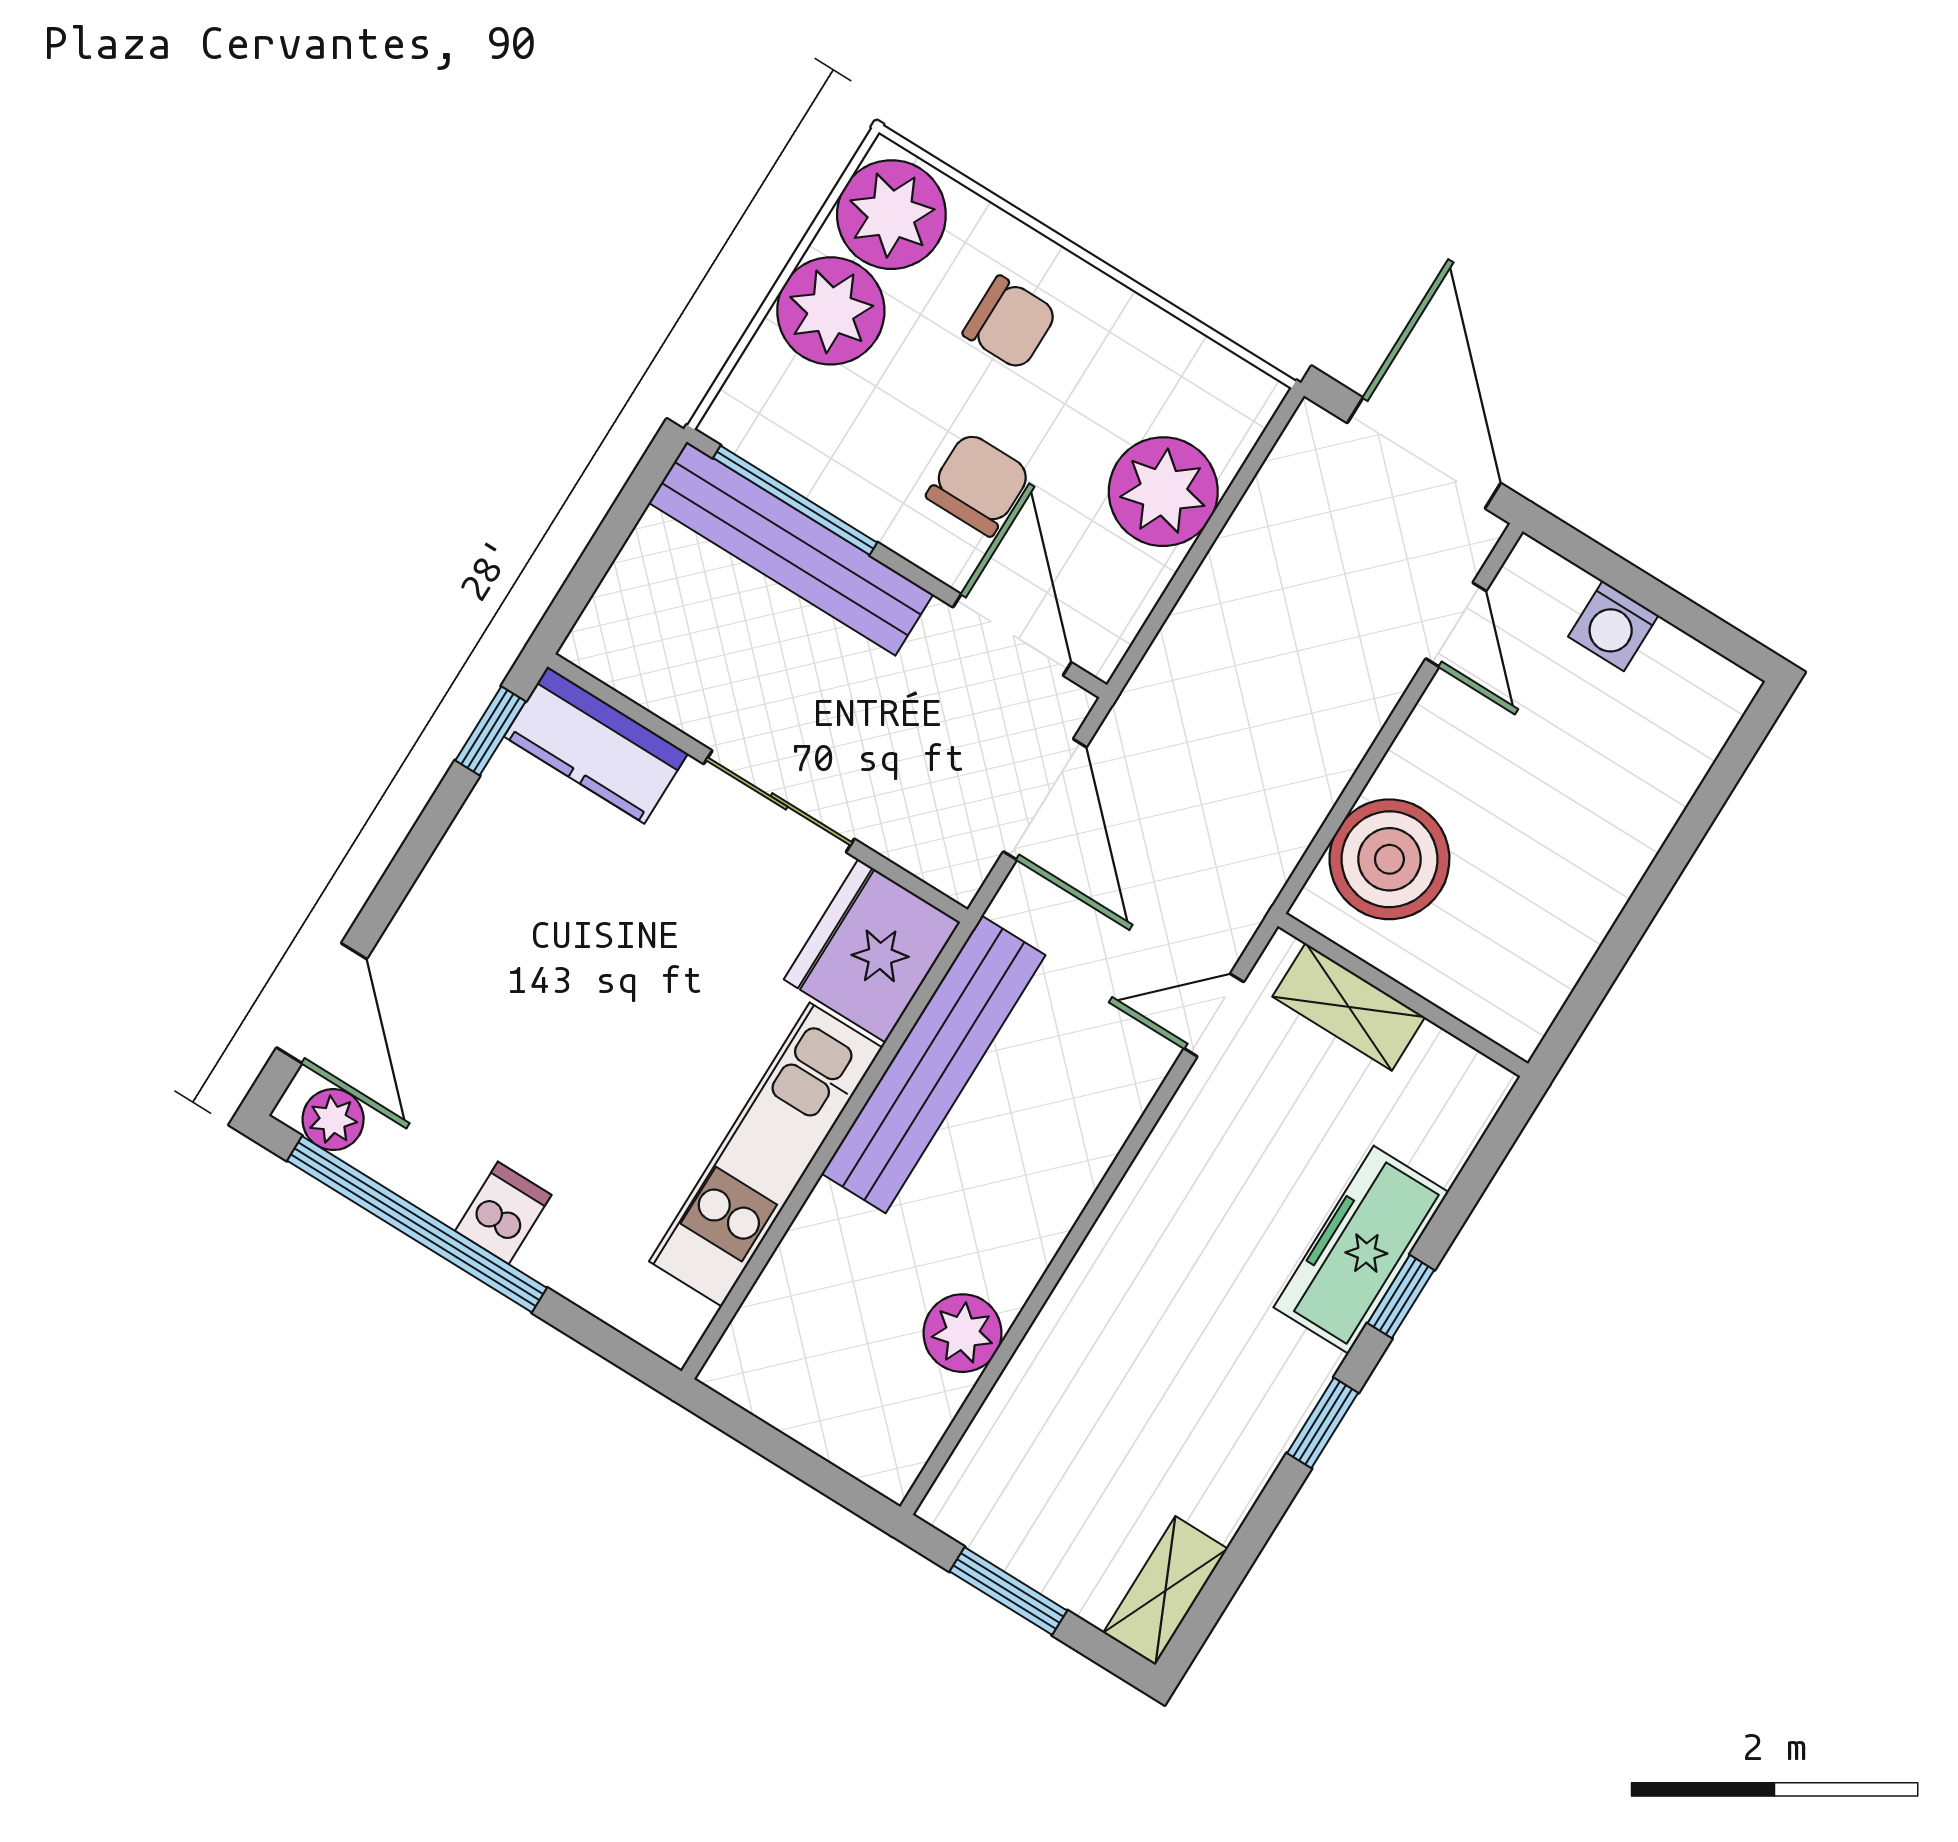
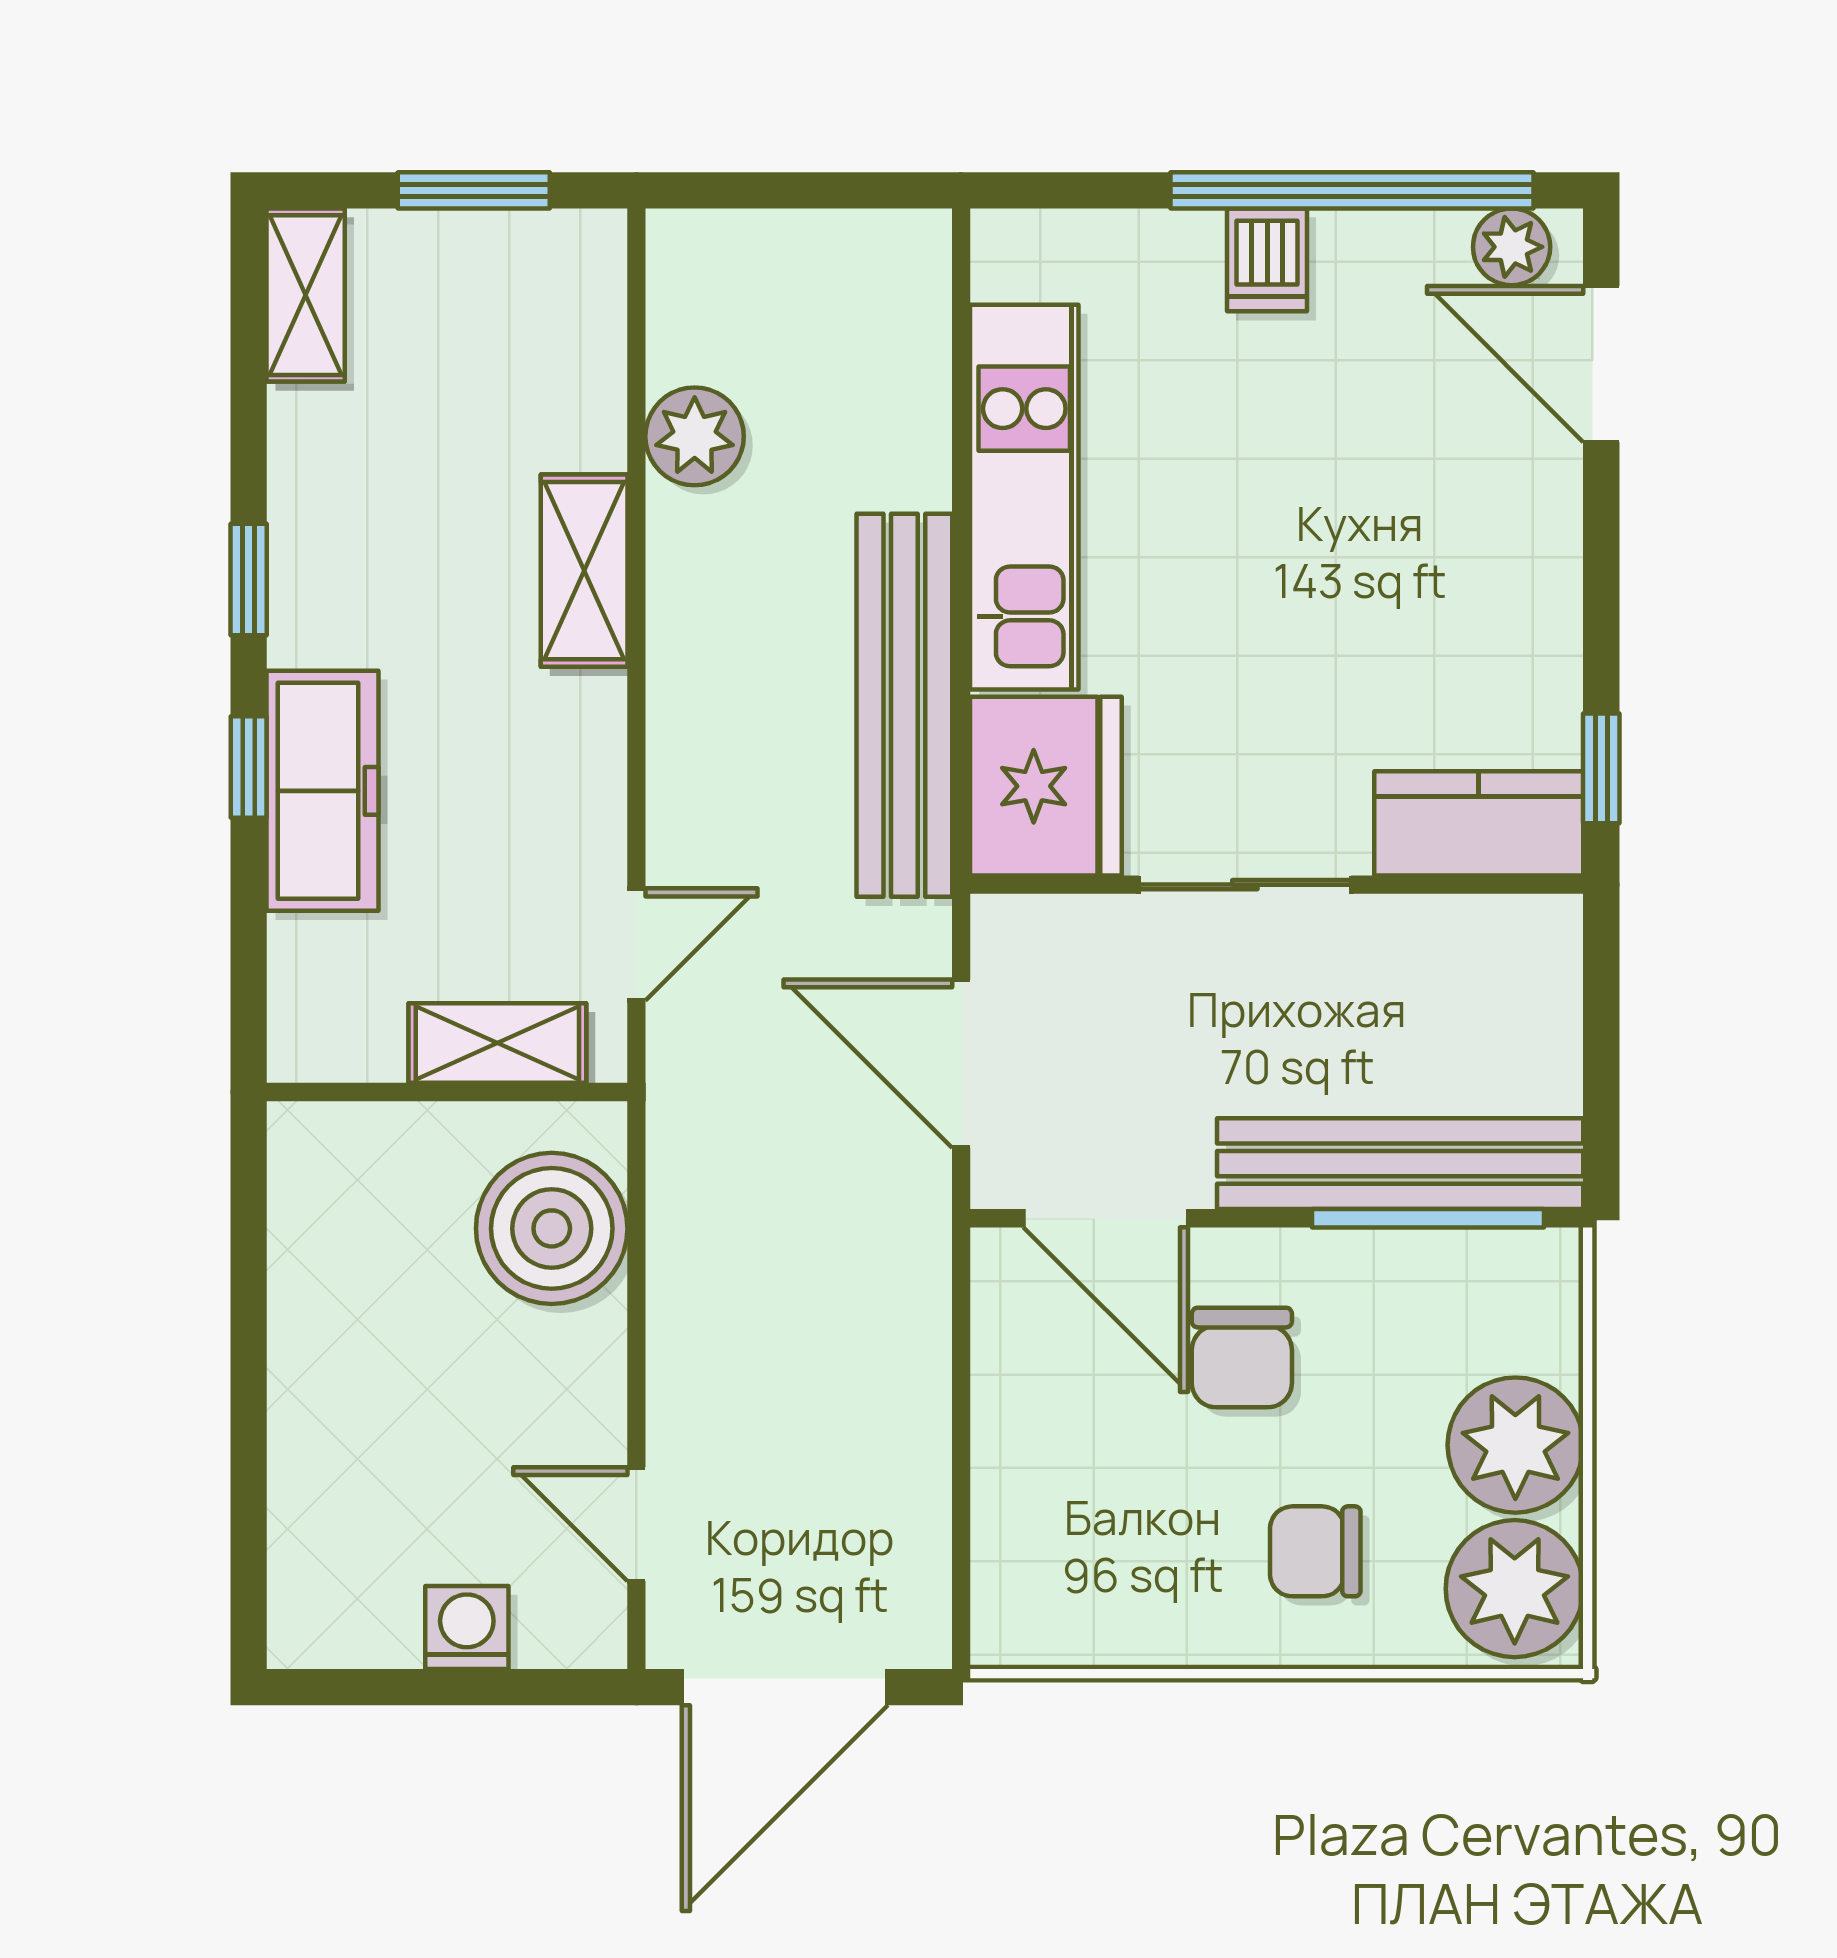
door: (1424, 453) -> (785, 1687), hinge flipped
plant: (1163, 492) -> (1039, 1472), removed
shelving: (1093, 1289) -> (584, 571), added

